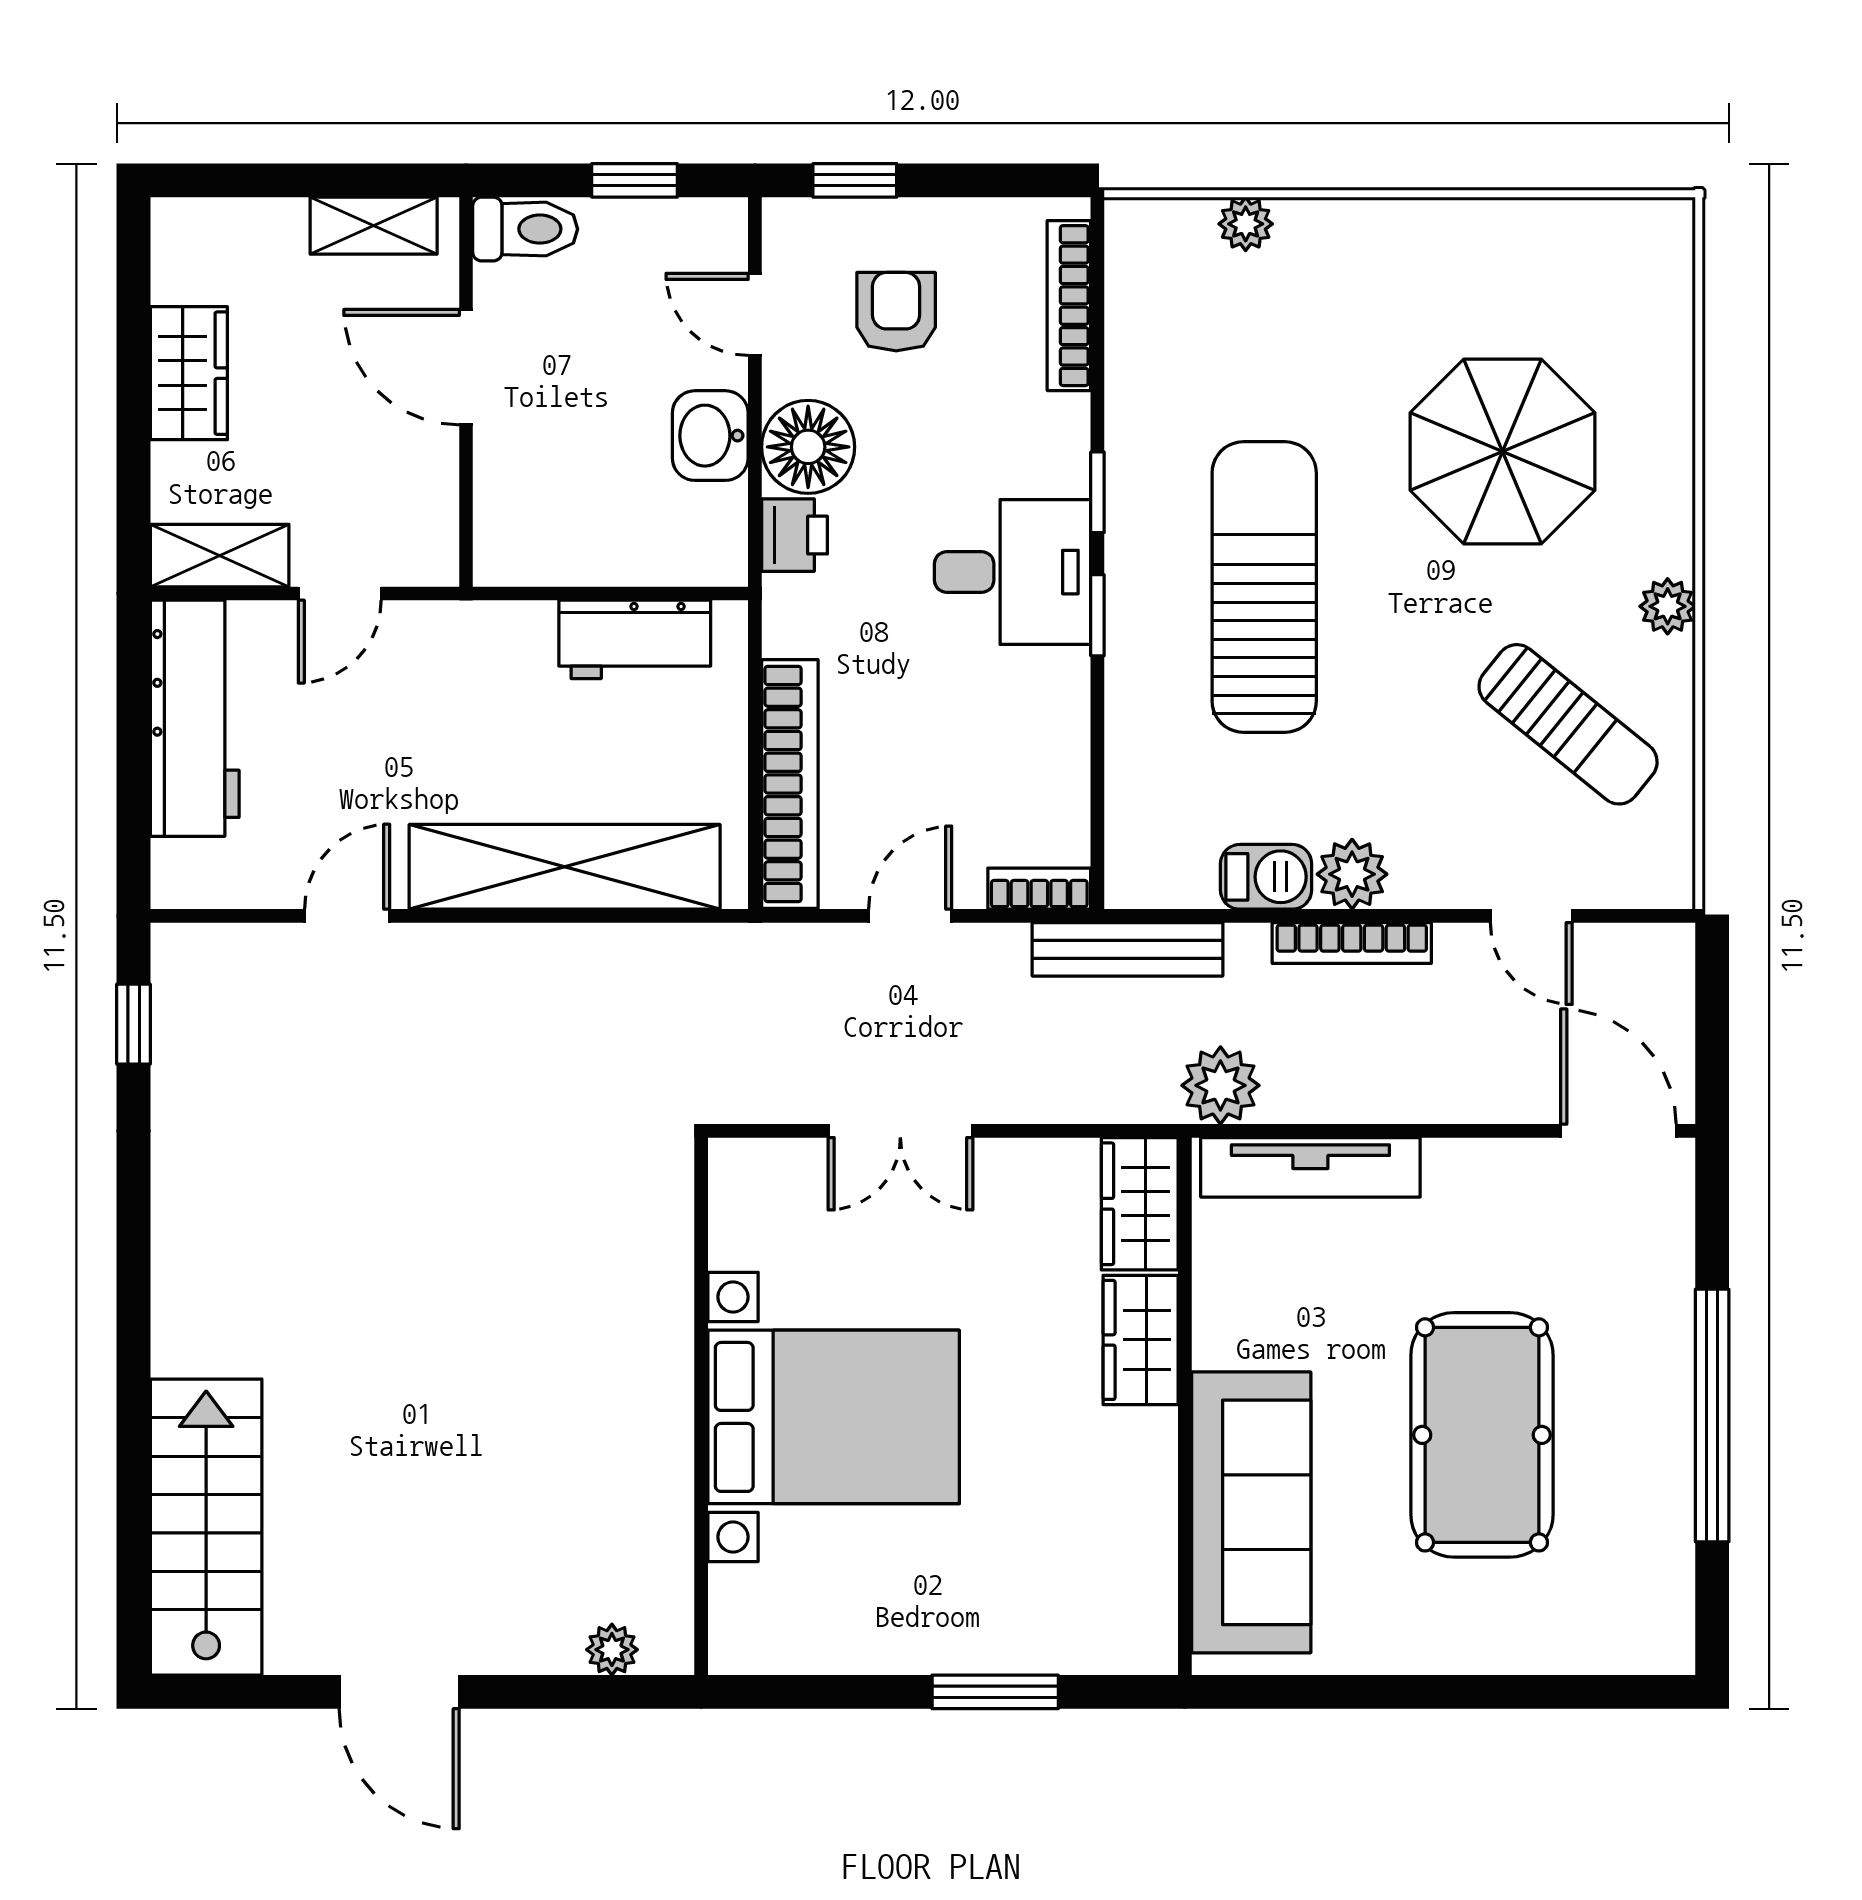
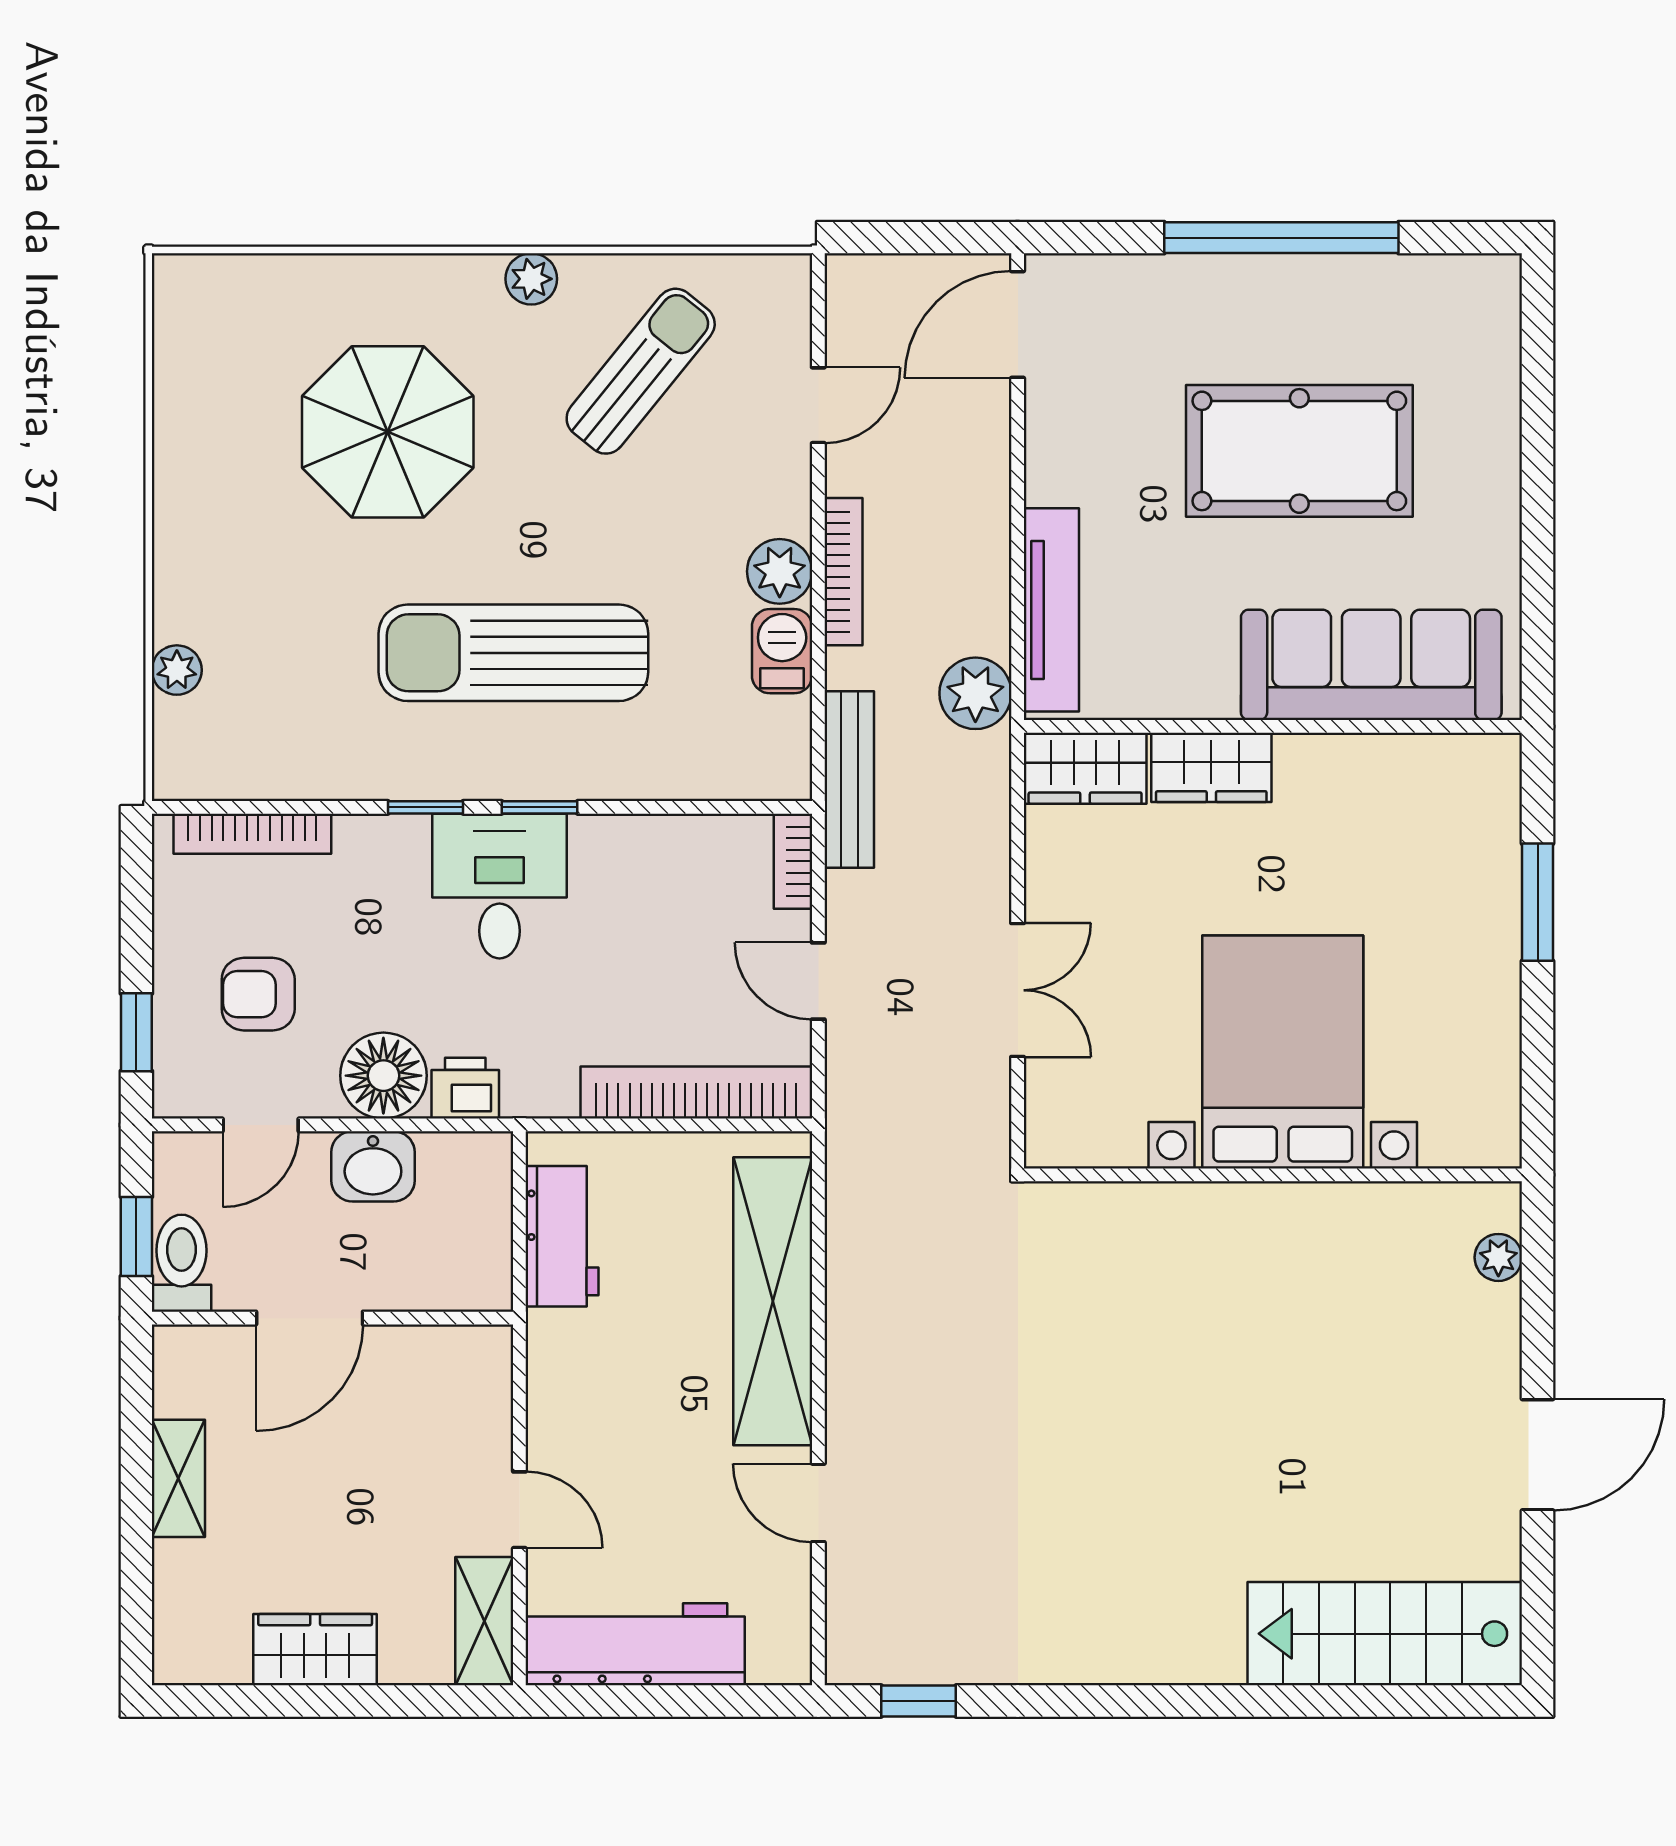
toilet: (525, 229) -> (182, 1263), moved
door: (466, 367) -> (310, 1318), moved
wall: (466, 392) -> (333, 1318), moved

